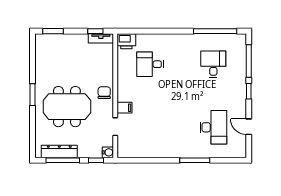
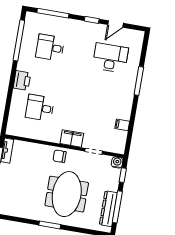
printer: (126, 41) -> (22, 80), moved
desk: (150, 64) -> (40, 108), turned 90
window: (249, 91) -> (92, 20), moved
filing cabinet: (124, 108) -> (72, 138), width x2.00
filing cabinet: (147, 151) -> (122, 125), added

